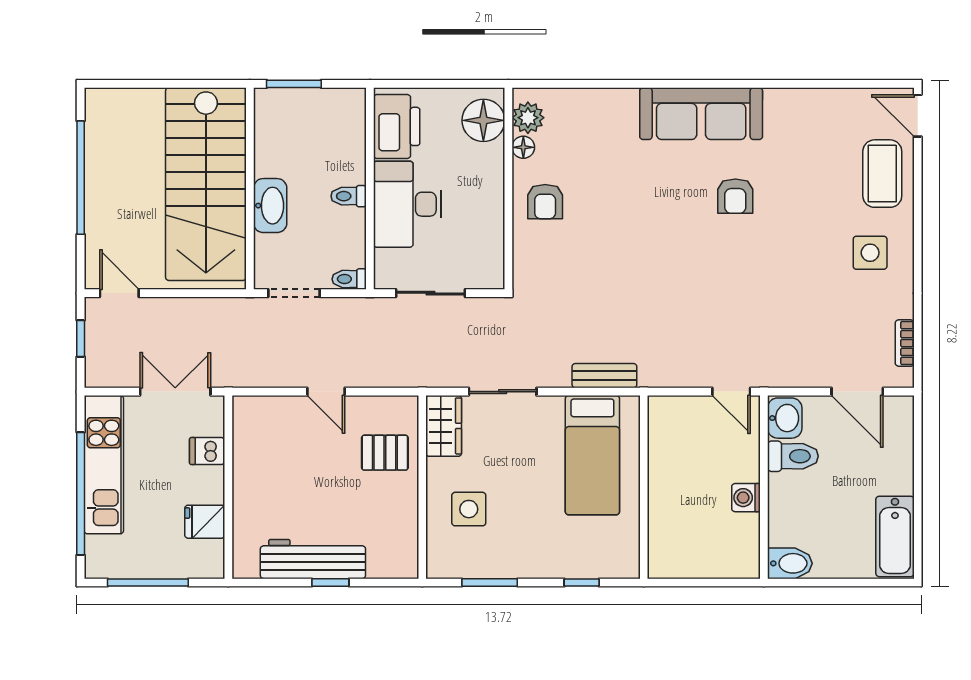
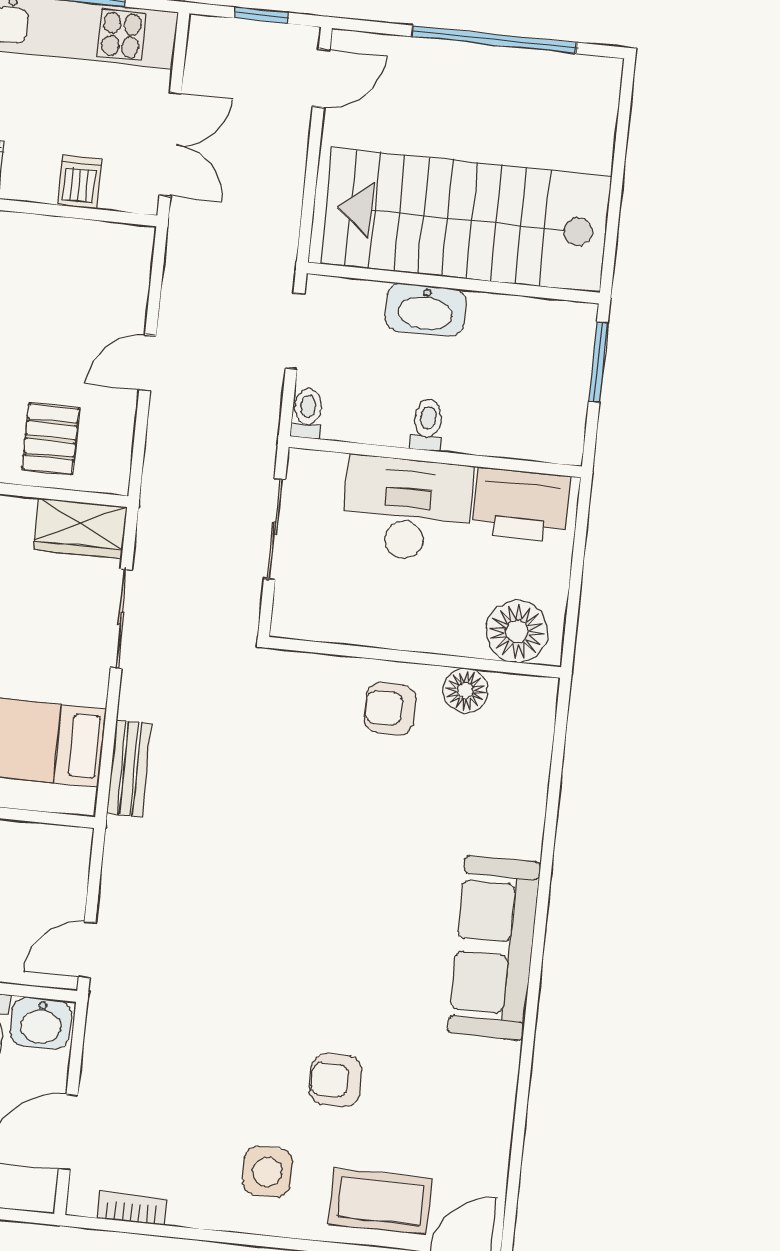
plant: (528, 118) -> (514, 696), removed
floor lamp: (523, 147) -> (465, 691), width x1.37, depth x1.37
armchair: (735, 196) -> (336, 1080), moved

